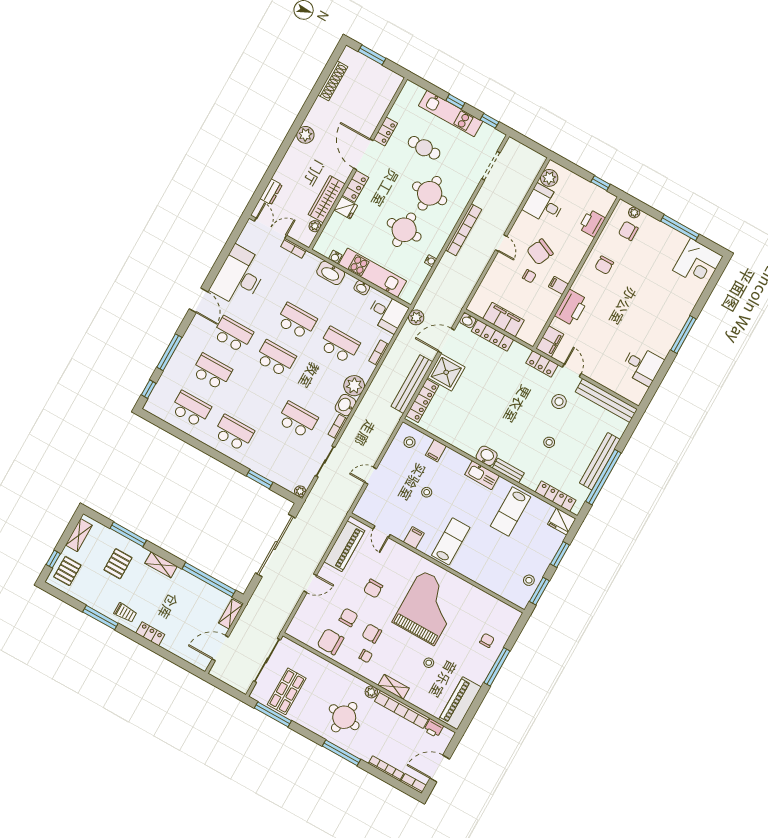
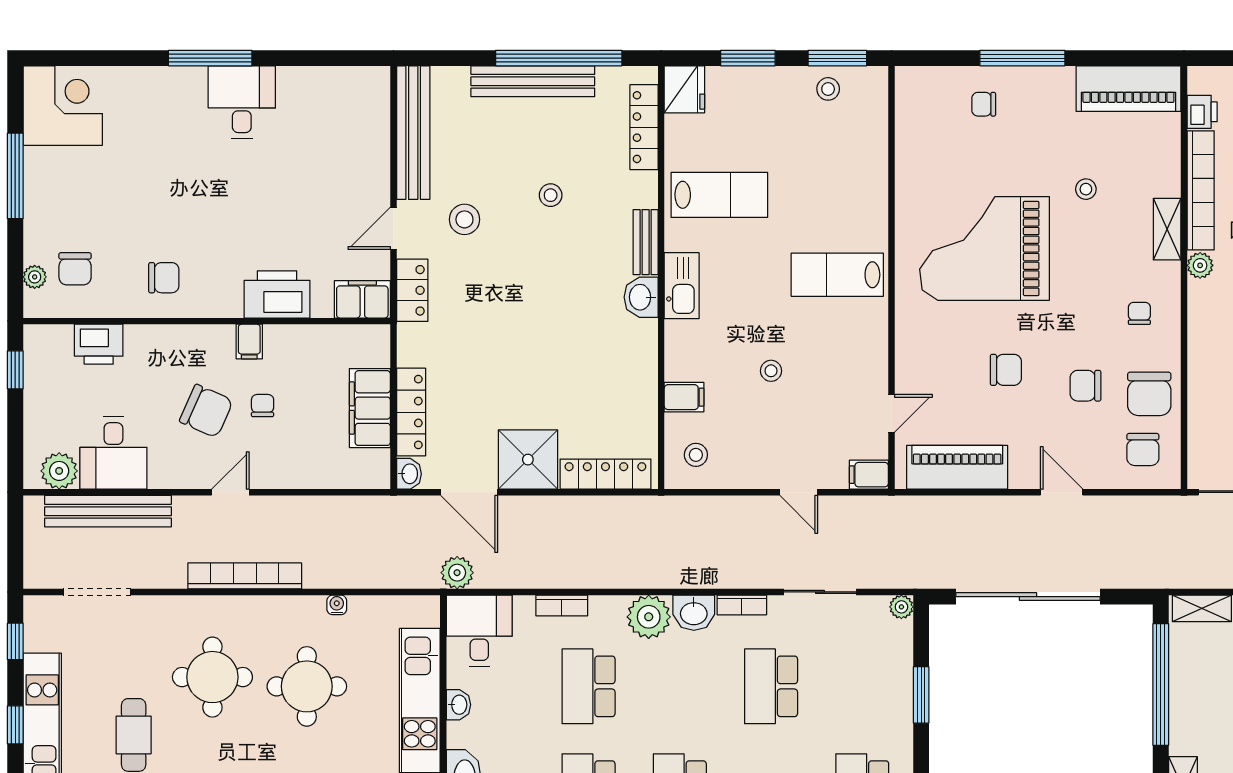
desk: (642, 365) -> (242, 102), moved
bench: (412, 384) -> (108, 511), moved
filing cabinet: (414, 538) -> (869, 475), moved
chair: (372, 634) -> (1143, 450), moved

